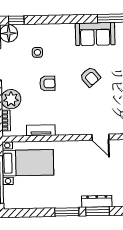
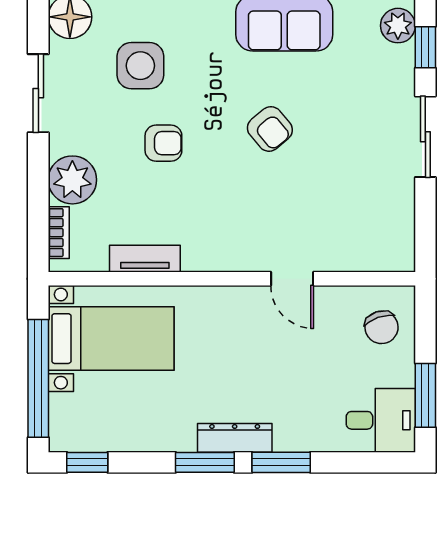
side table: (37, 52) -> (140, 66), width x1.87, depth x1.87
dresser: (97, 201) -> (235, 438), moved
window: (19, 213) -> (87, 462), added

